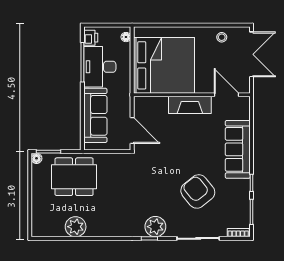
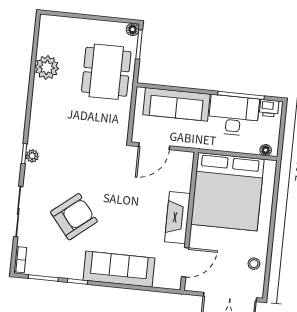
plant: (155, 227) -> (32, 156), width x0.53, depth x0.53

